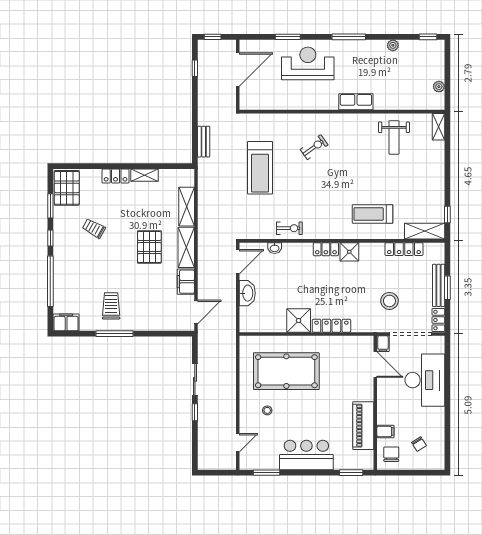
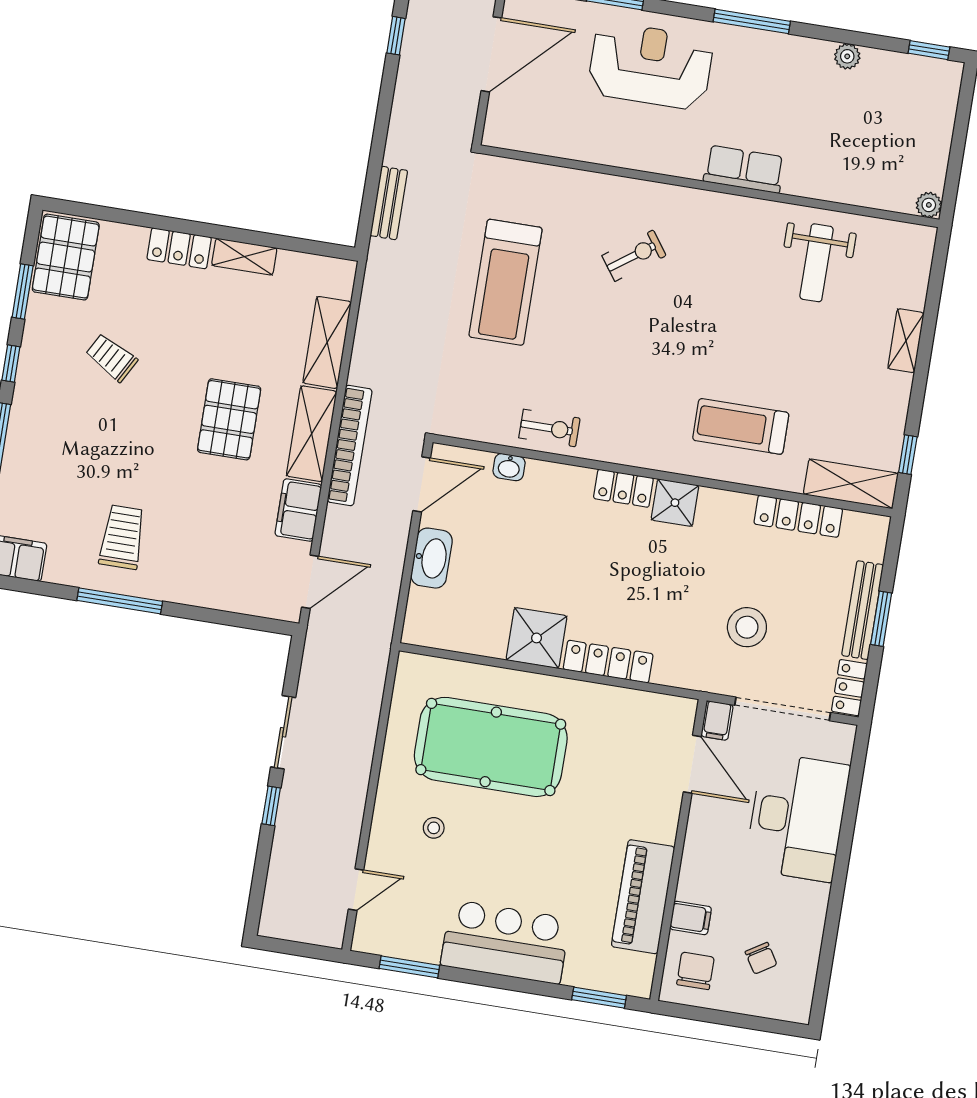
plant: (439, 87) -> (929, 205), moved
shelving: (438, 127) -> (906, 341), moved
bookcase: (204, 250) -> (350, 445), added

